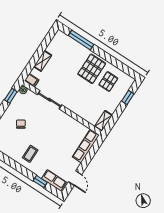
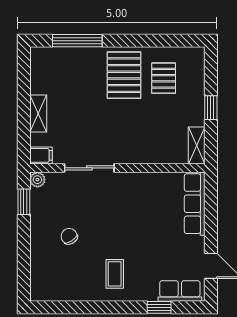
window: (128, 97) -> (211, 108), moved

